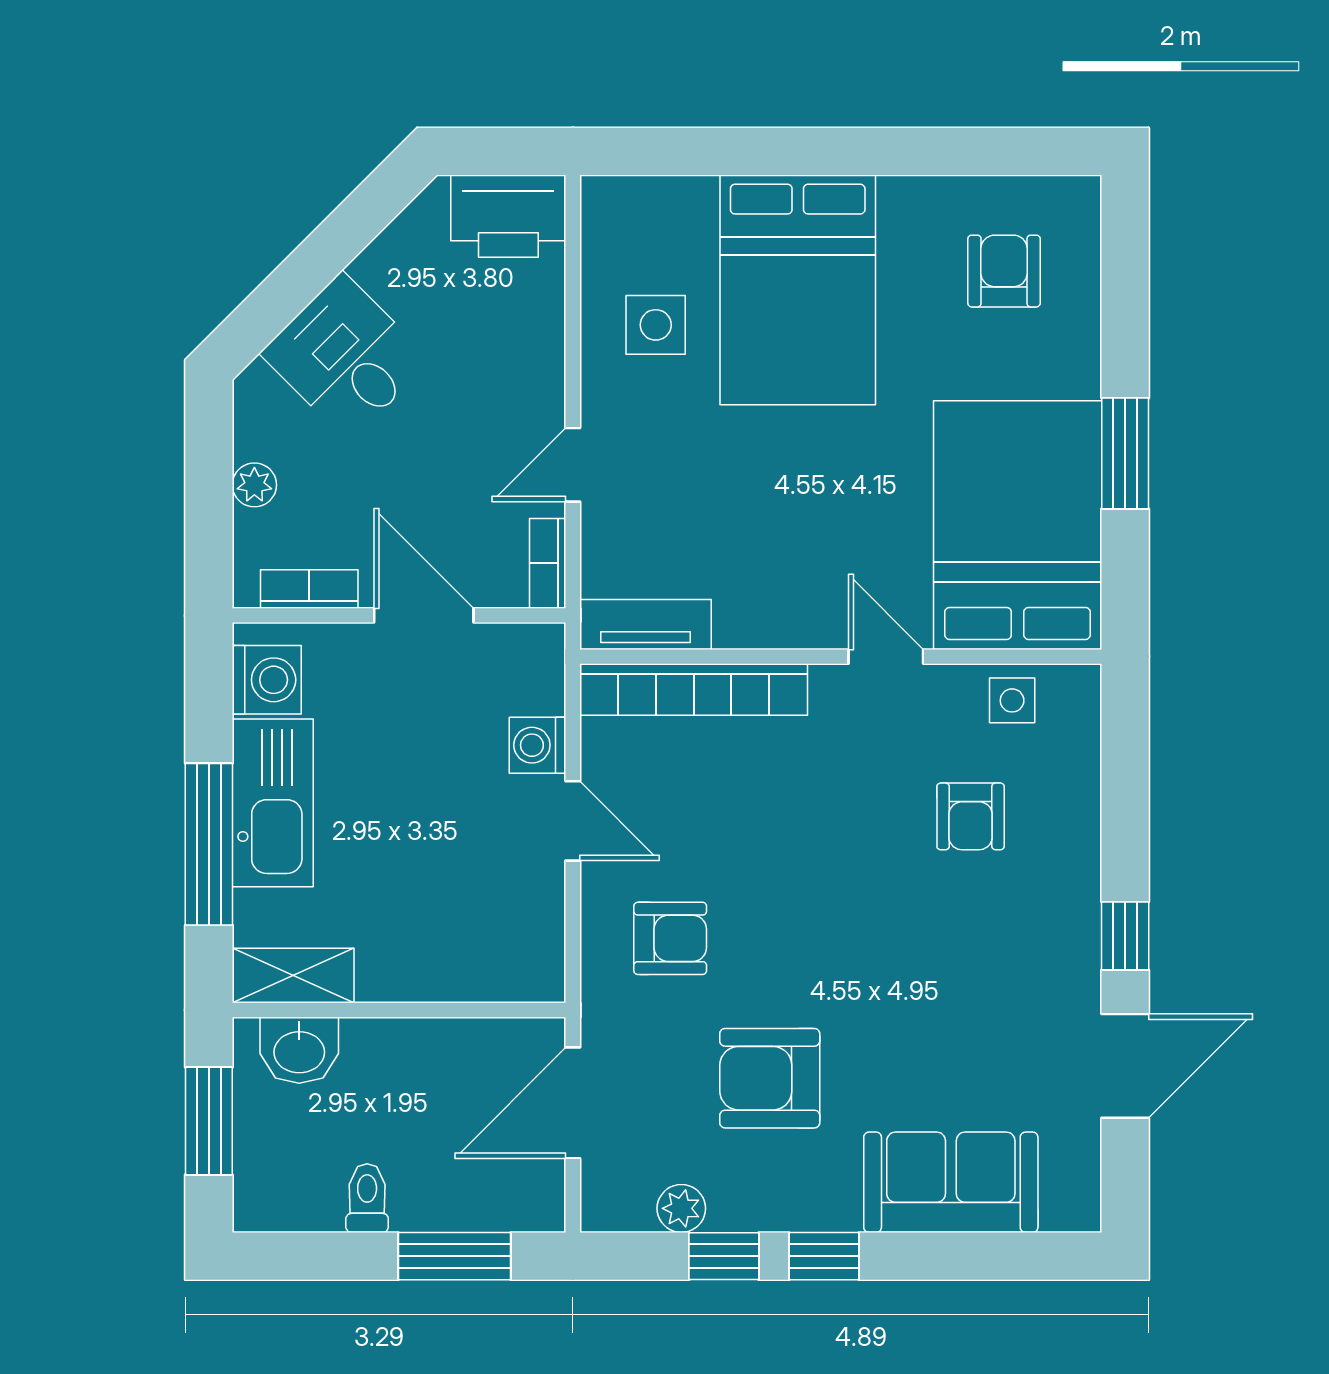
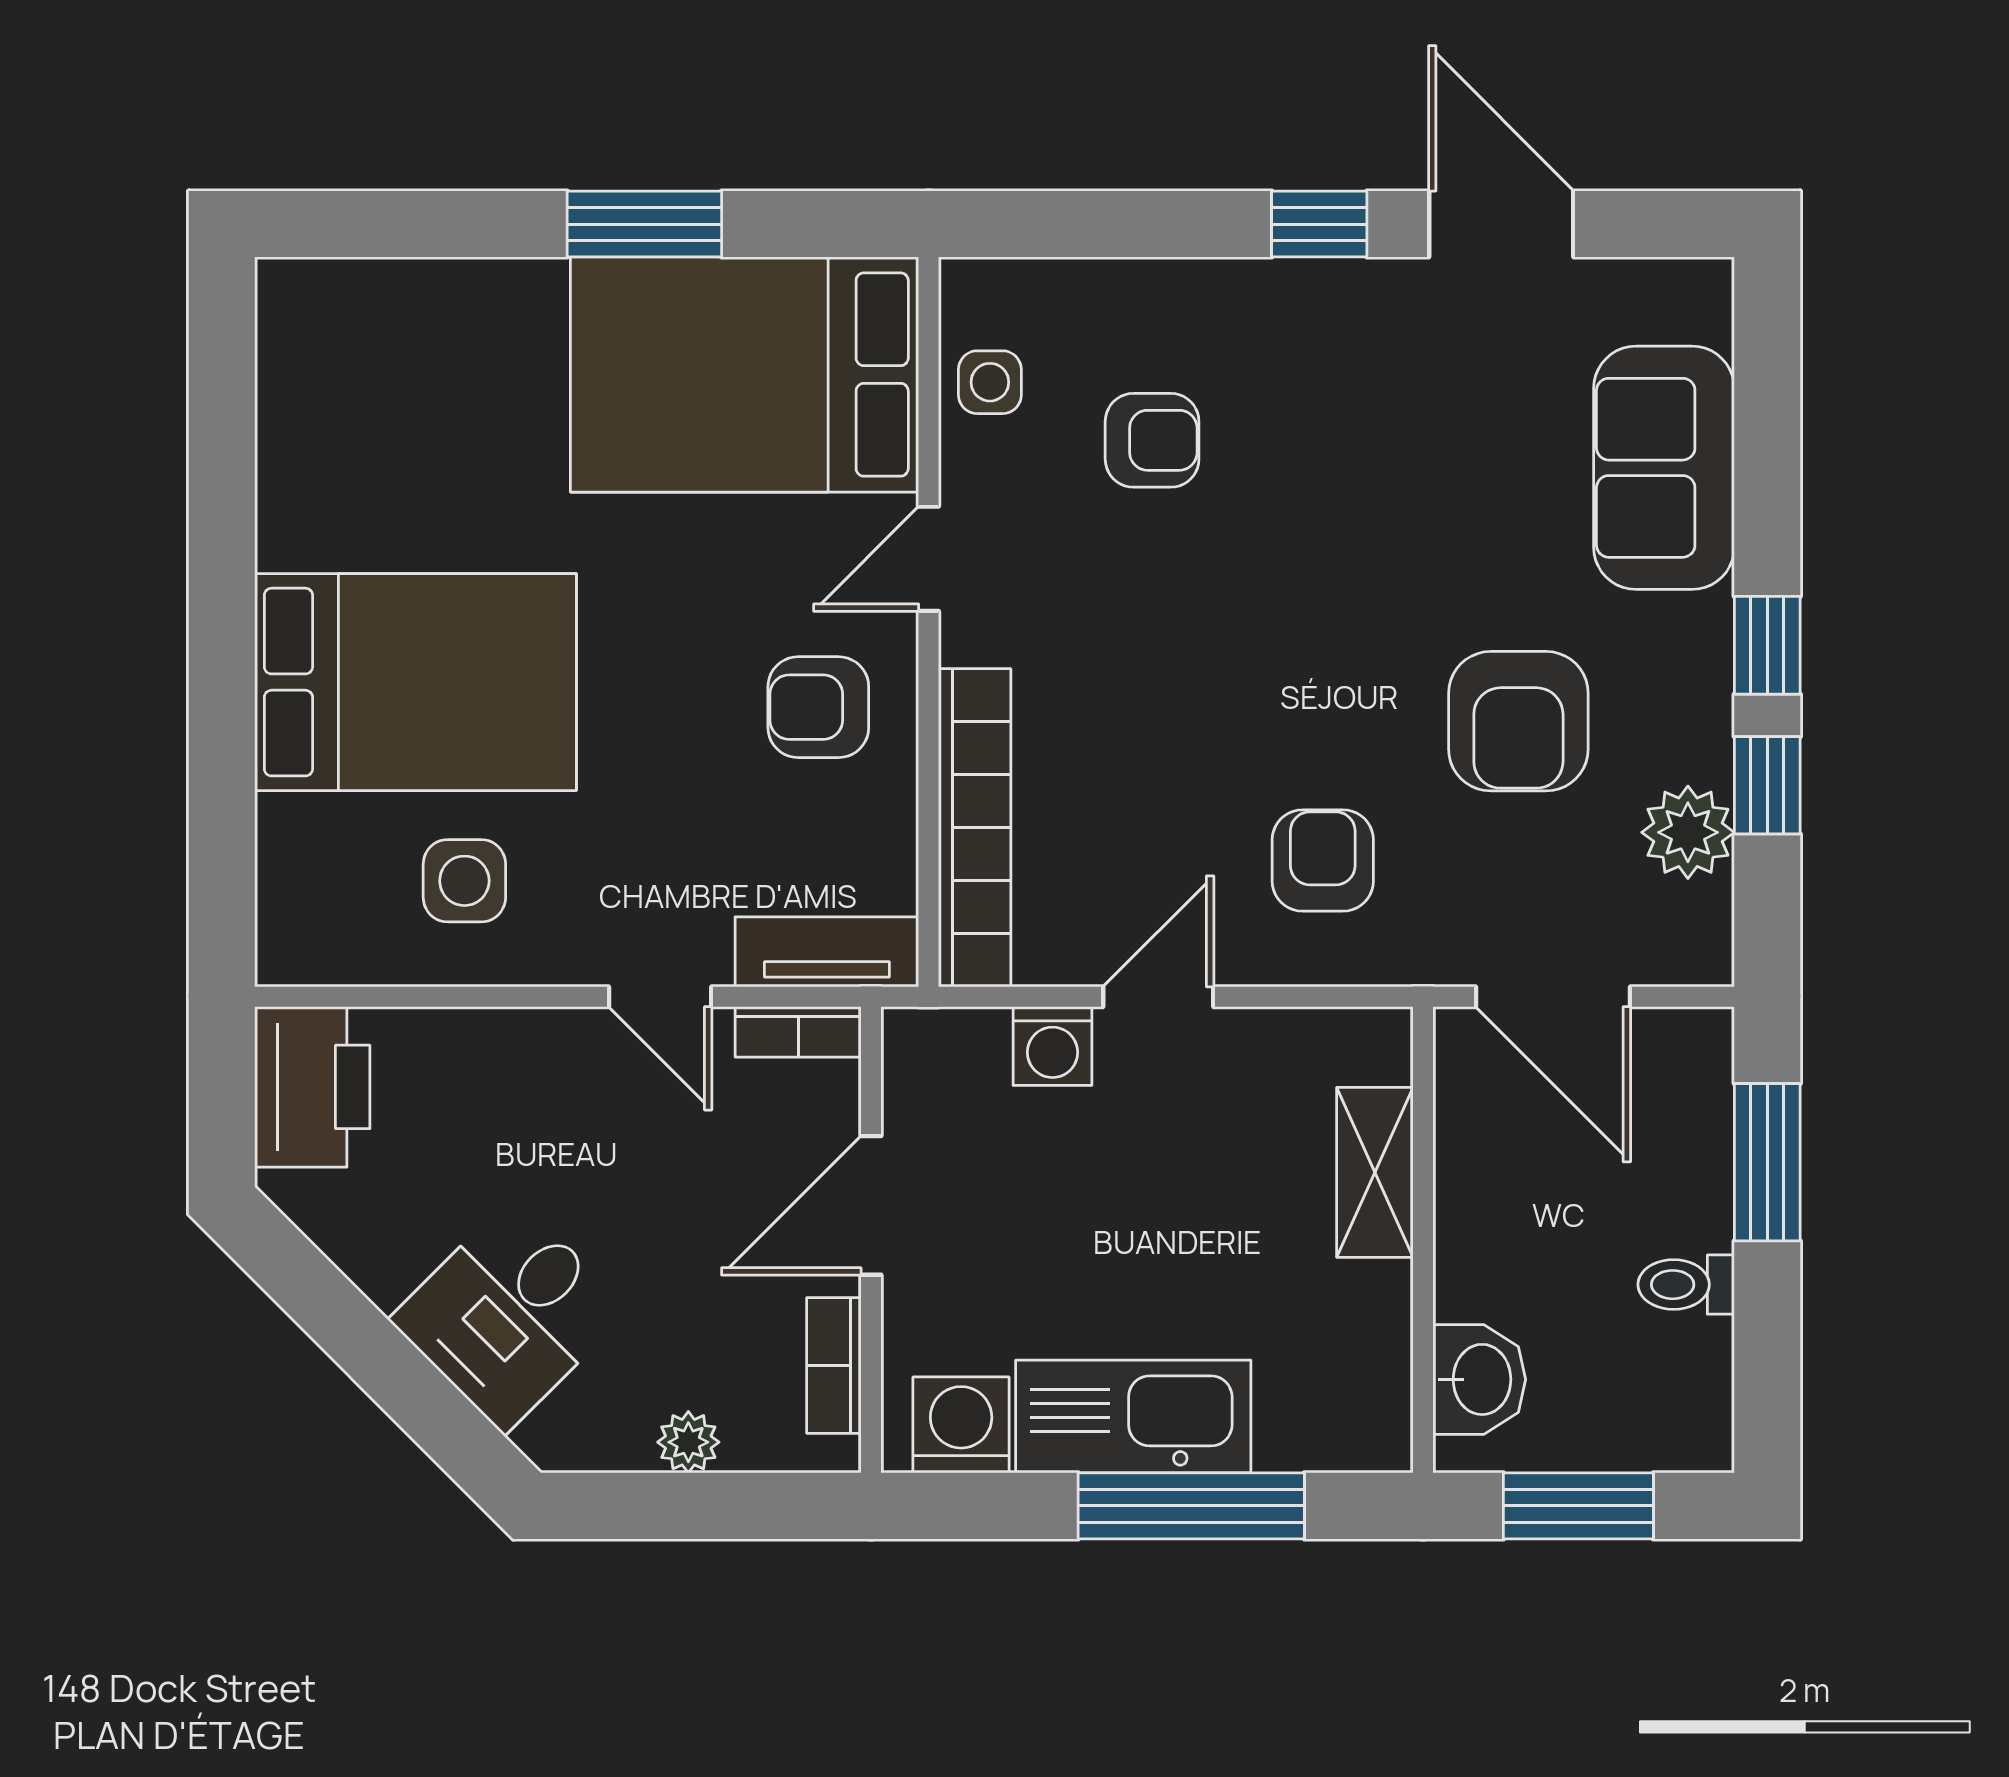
armchair: (1004, 271) -> (818, 707), moved
tv unit: (645, 625) -> (827, 952), moved, turned 90
shelving: (293, 976) -> (1375, 1172), moved
plant: (681, 1208) -> (1688, 832), width x1.38, depth x1.38

